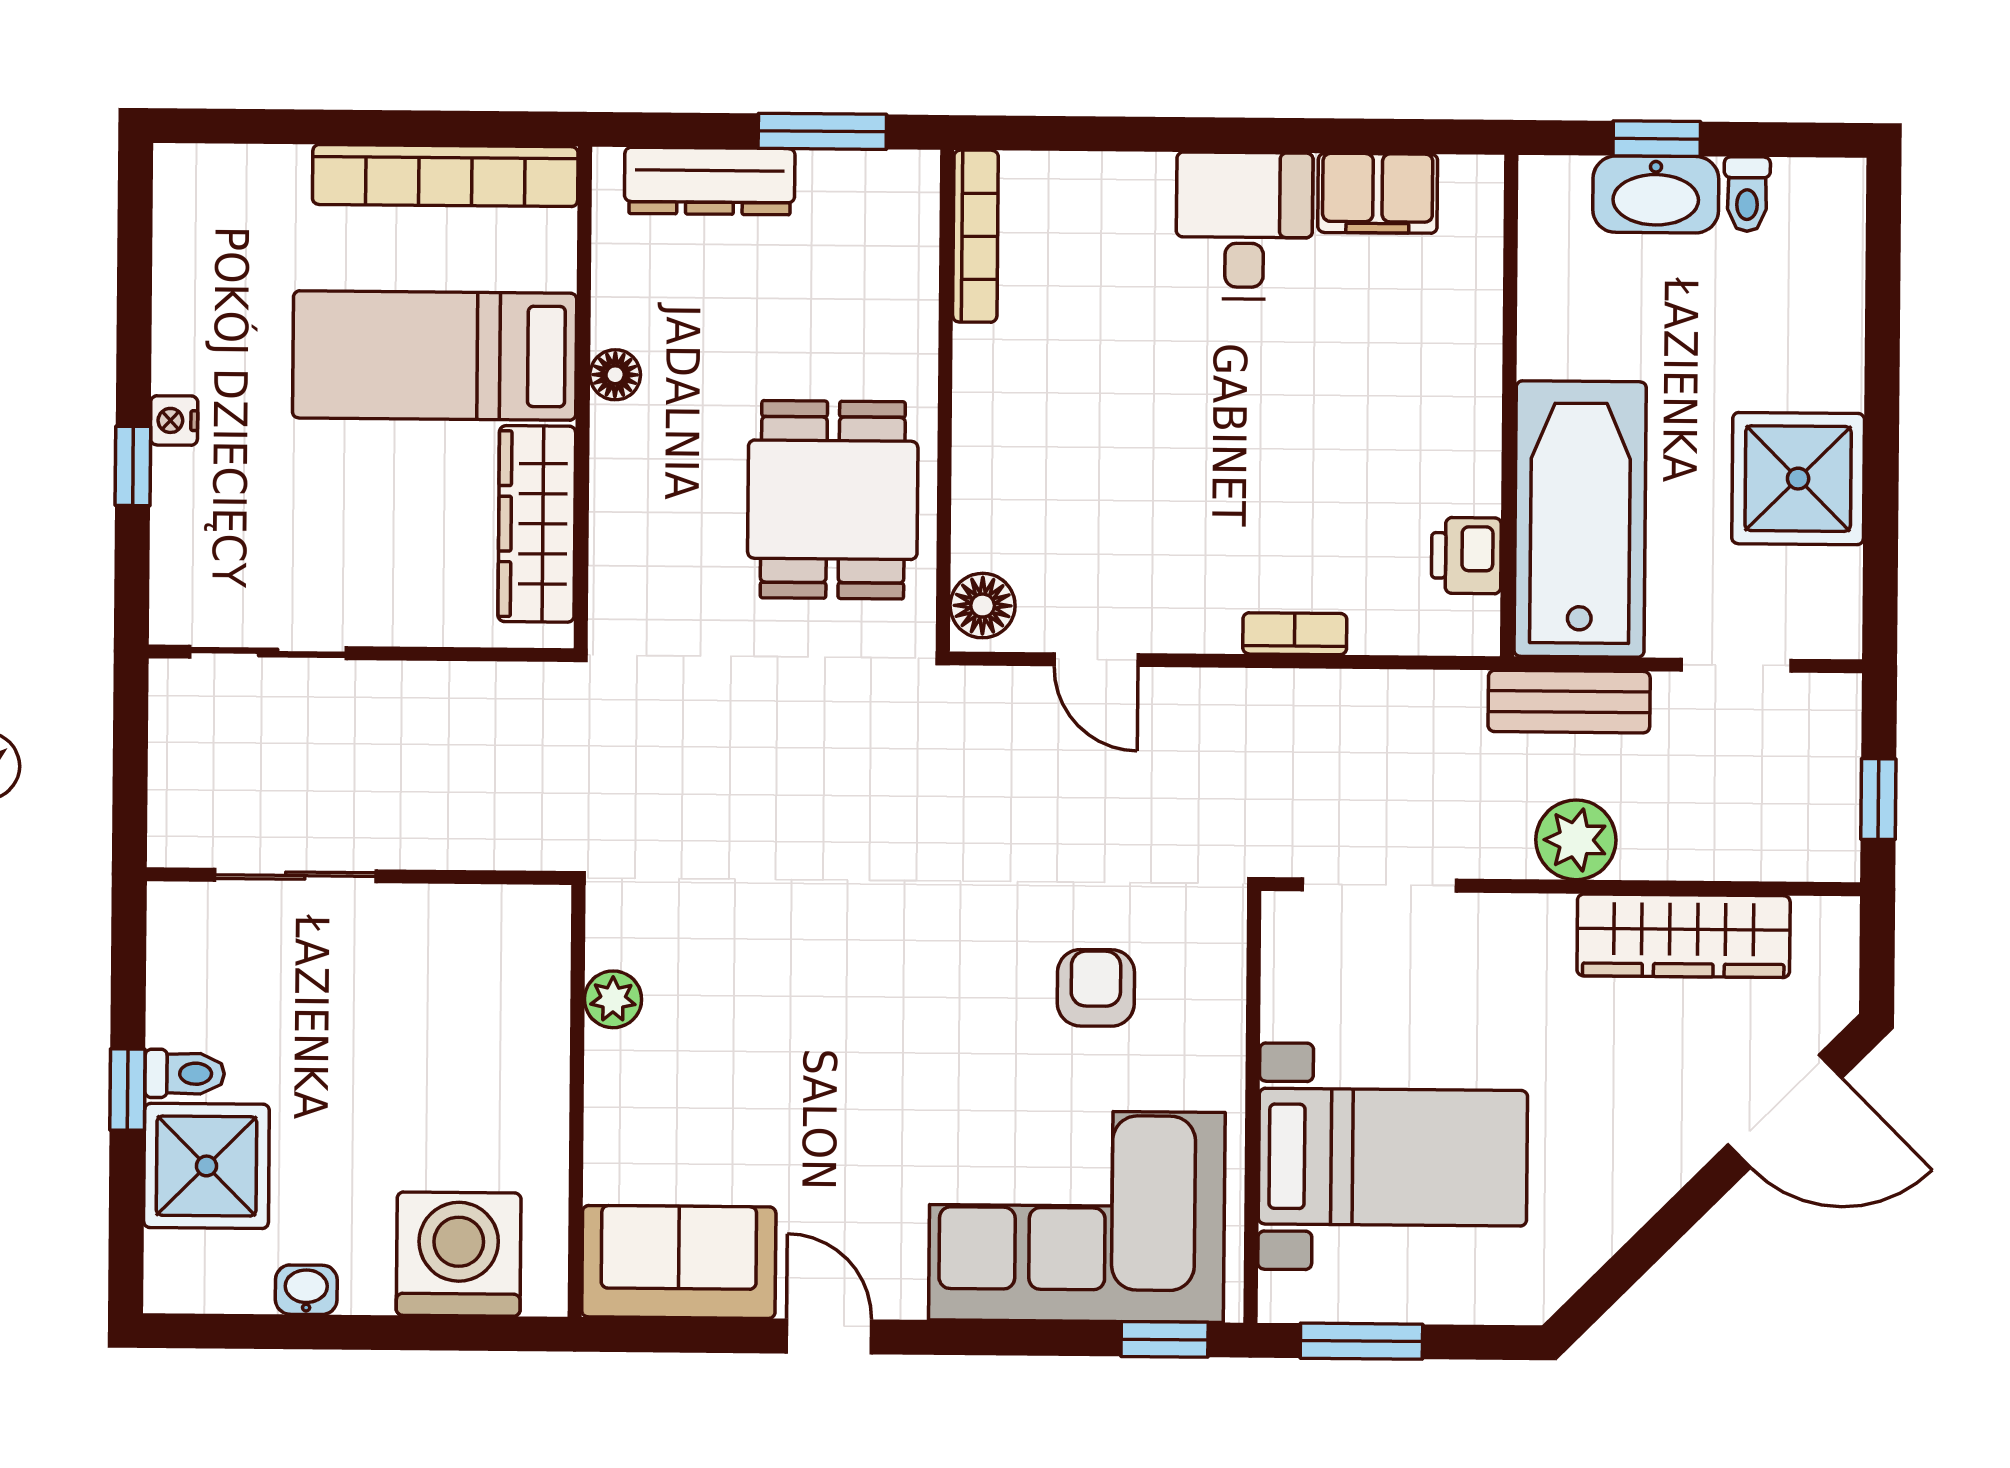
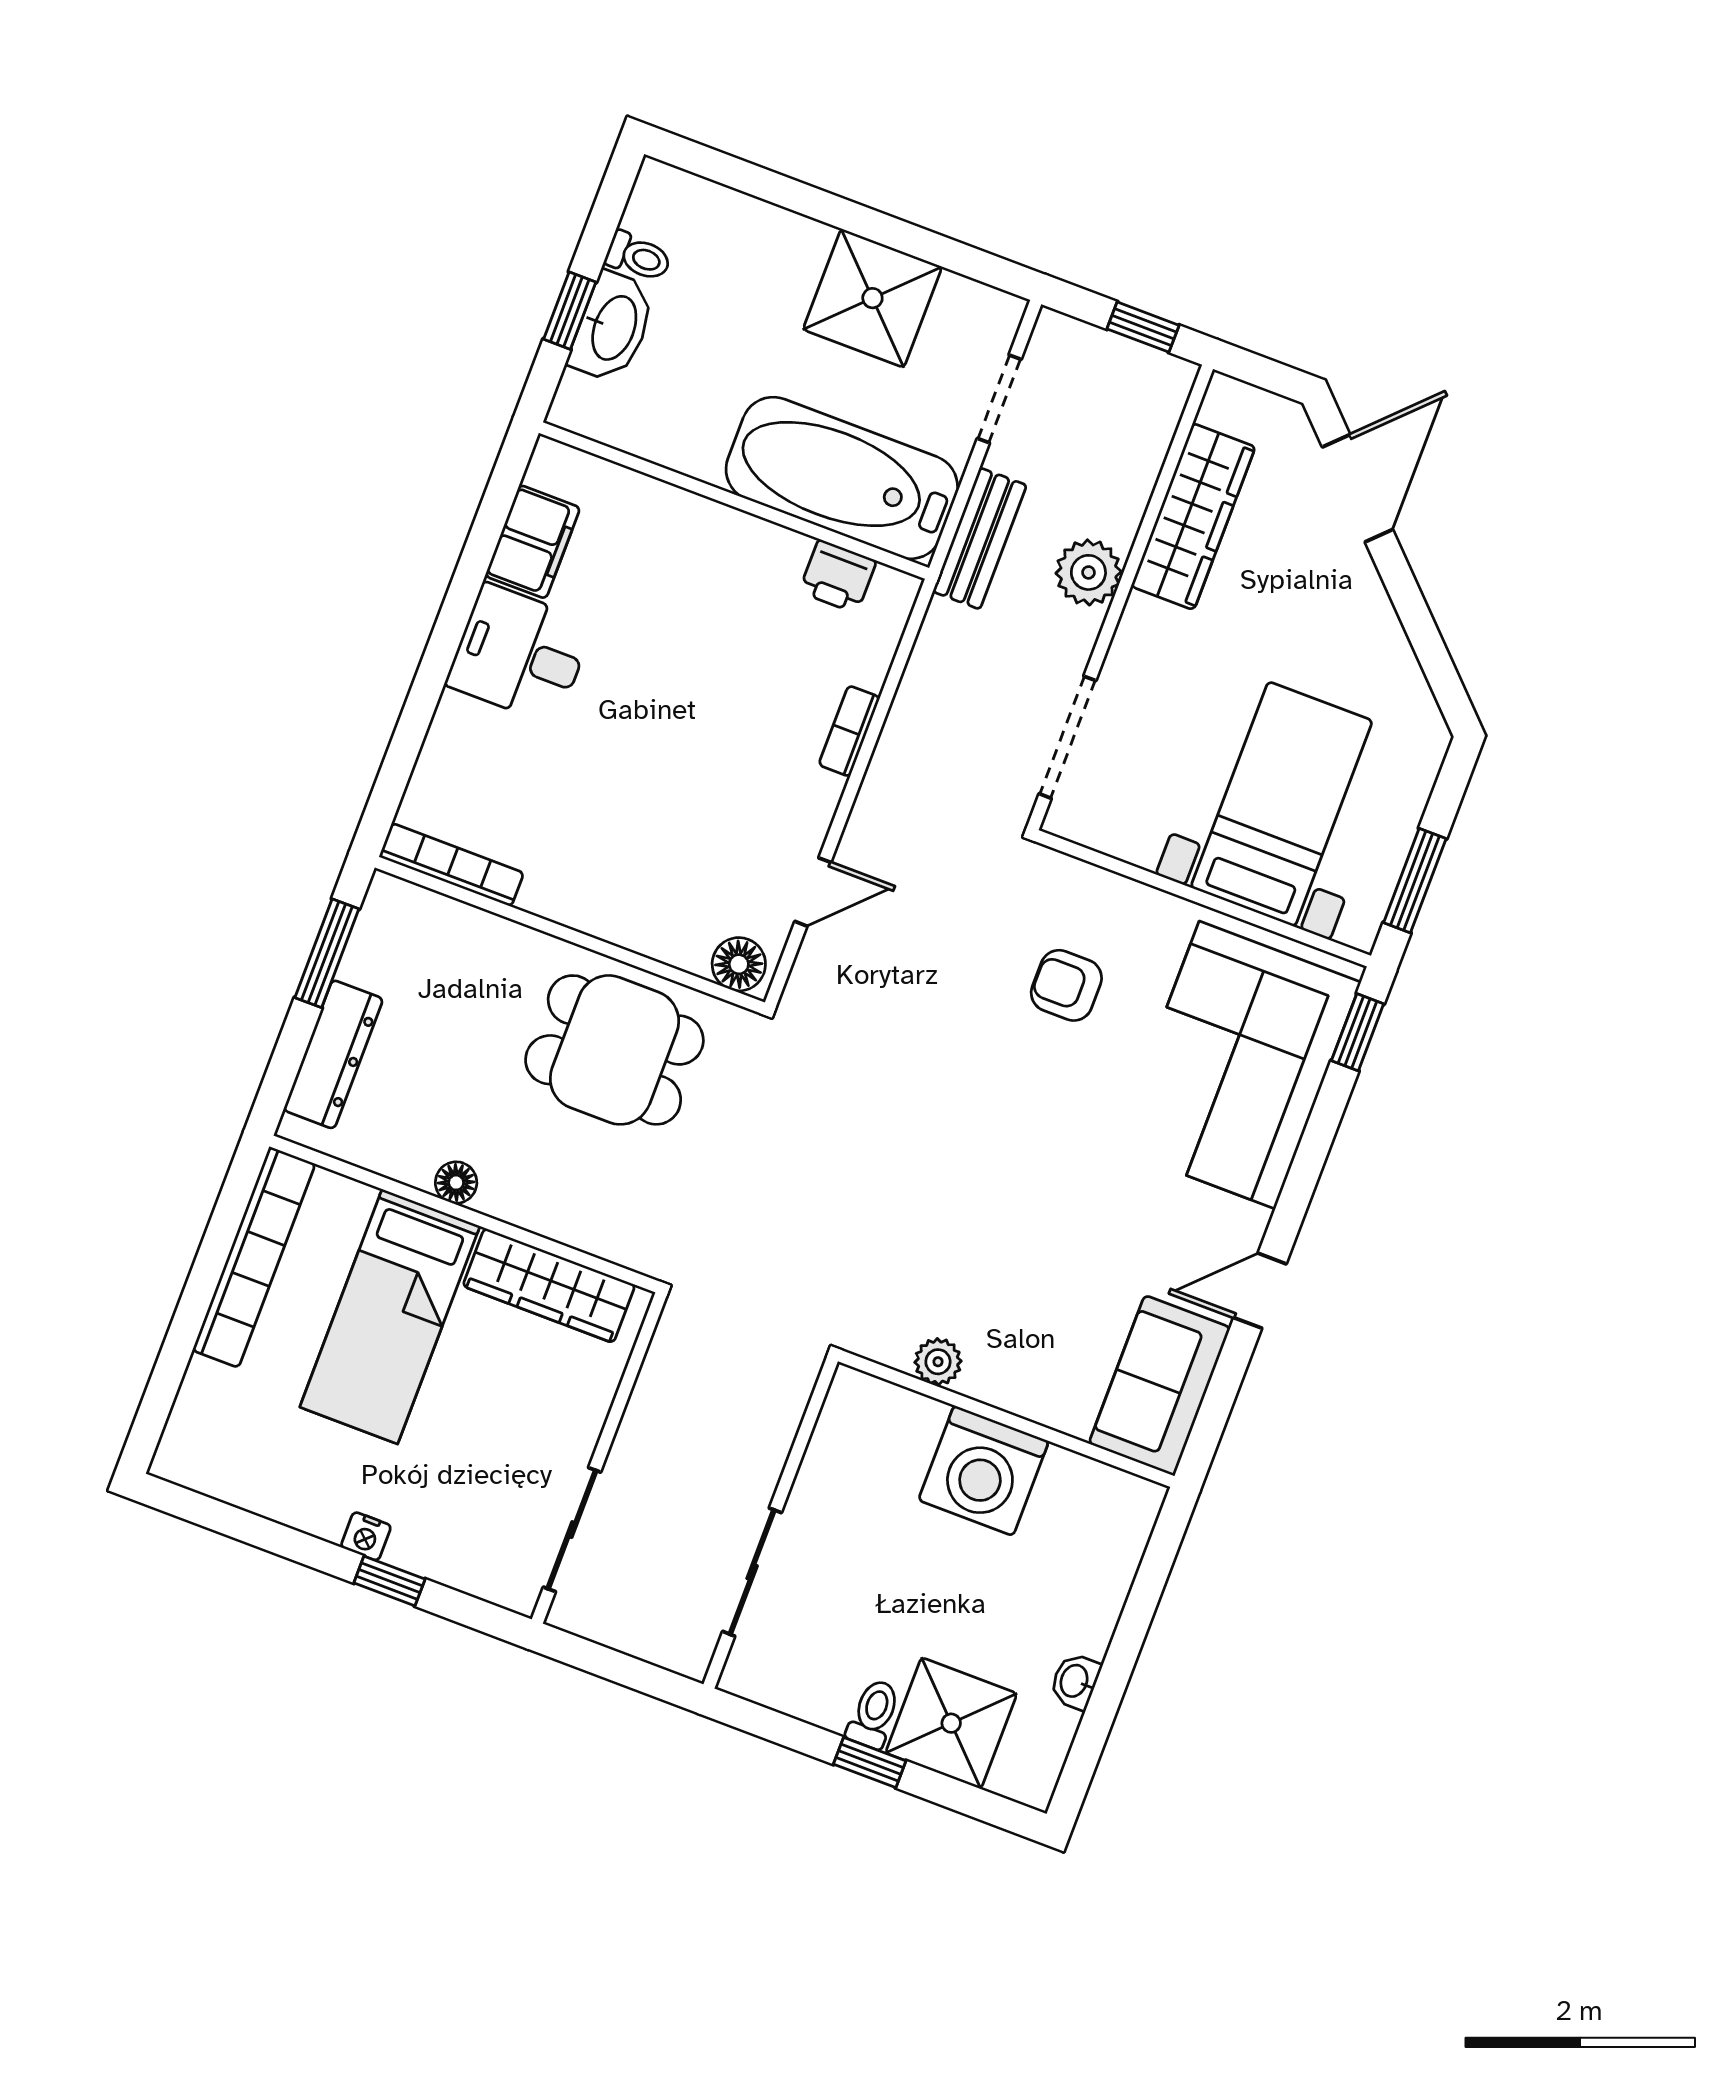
washing machine: (459, 1254) -> (984, 1471), moved, turned -90

